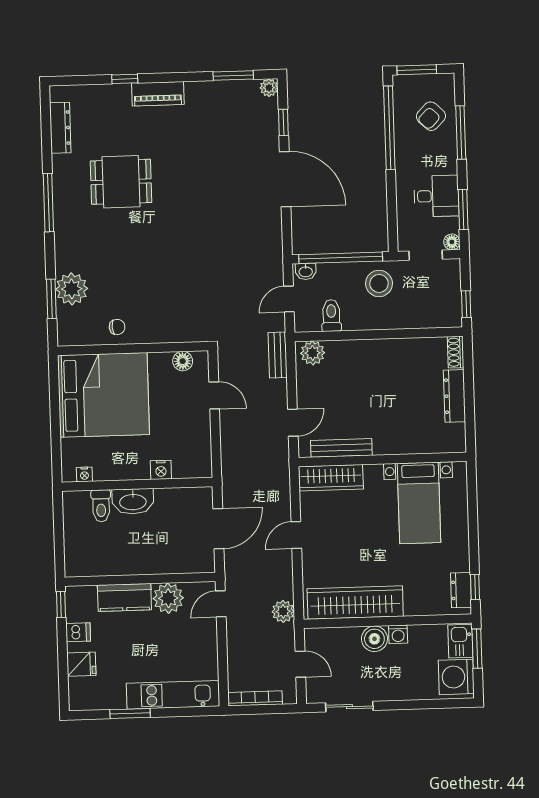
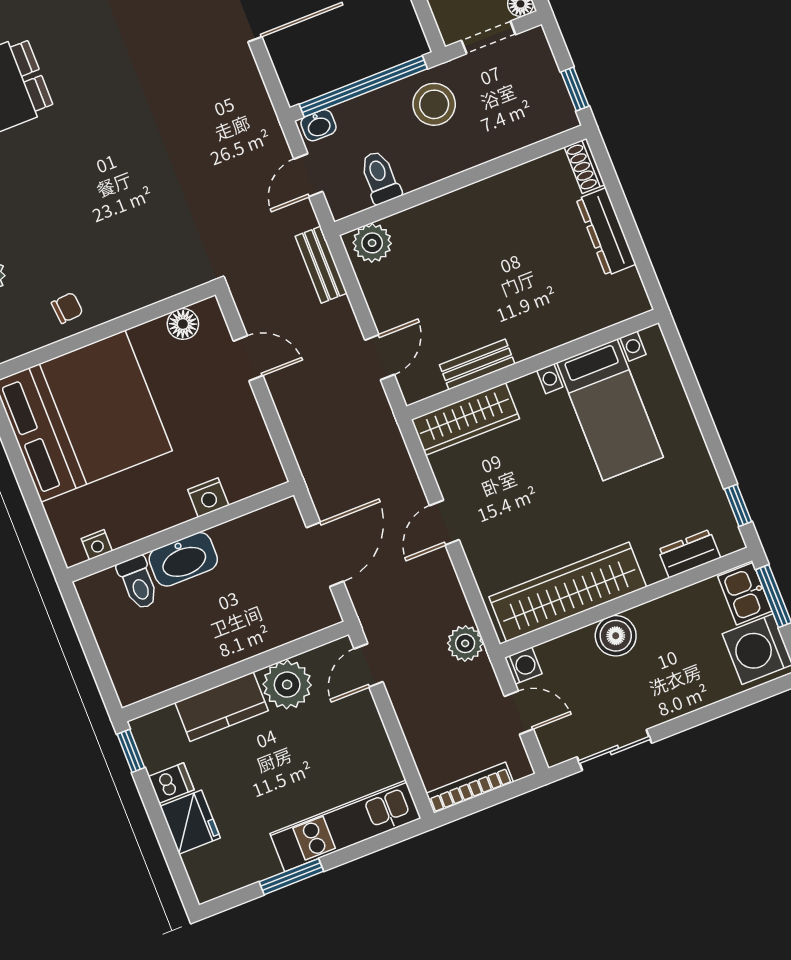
bench: (341, 448) -> (477, 364), width x0.73
dresser: (461, 590) -> (689, 554), moved, turned 90
washing machine: (398, 634) -> (523, 666), moved, turned -90
fridge: (81, 664) -> (190, 822), width x1.38

